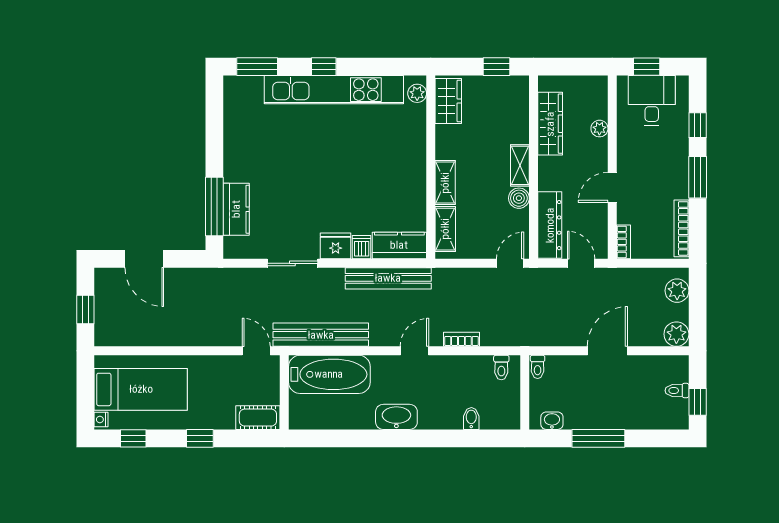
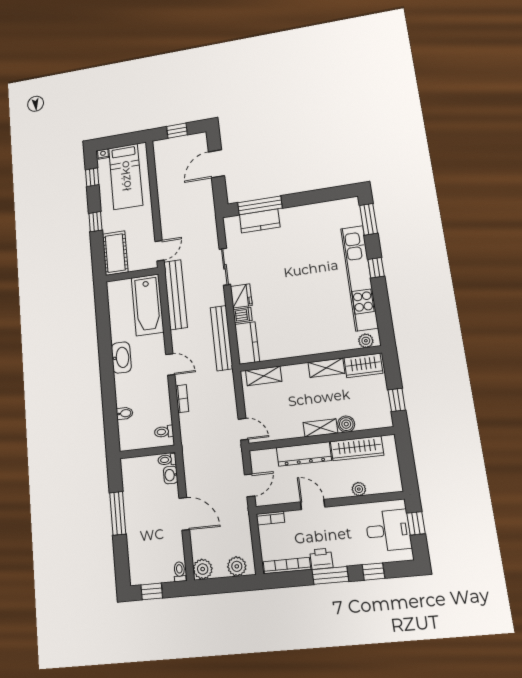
shelving: (445, 183) -> (326, 368), moved
printer: (677, 185) -> (321, 559), added
boiler: (519, 198) -> (346, 424), moved
dresser: (550, 225) -> (304, 454), moved
toilet: (677, 391) -> (180, 572), moved
cot: (258, 418) -> (115, 253), width x1.37, depth x1.34
washbasin: (552, 421) -> (171, 475), moved, turned 180

